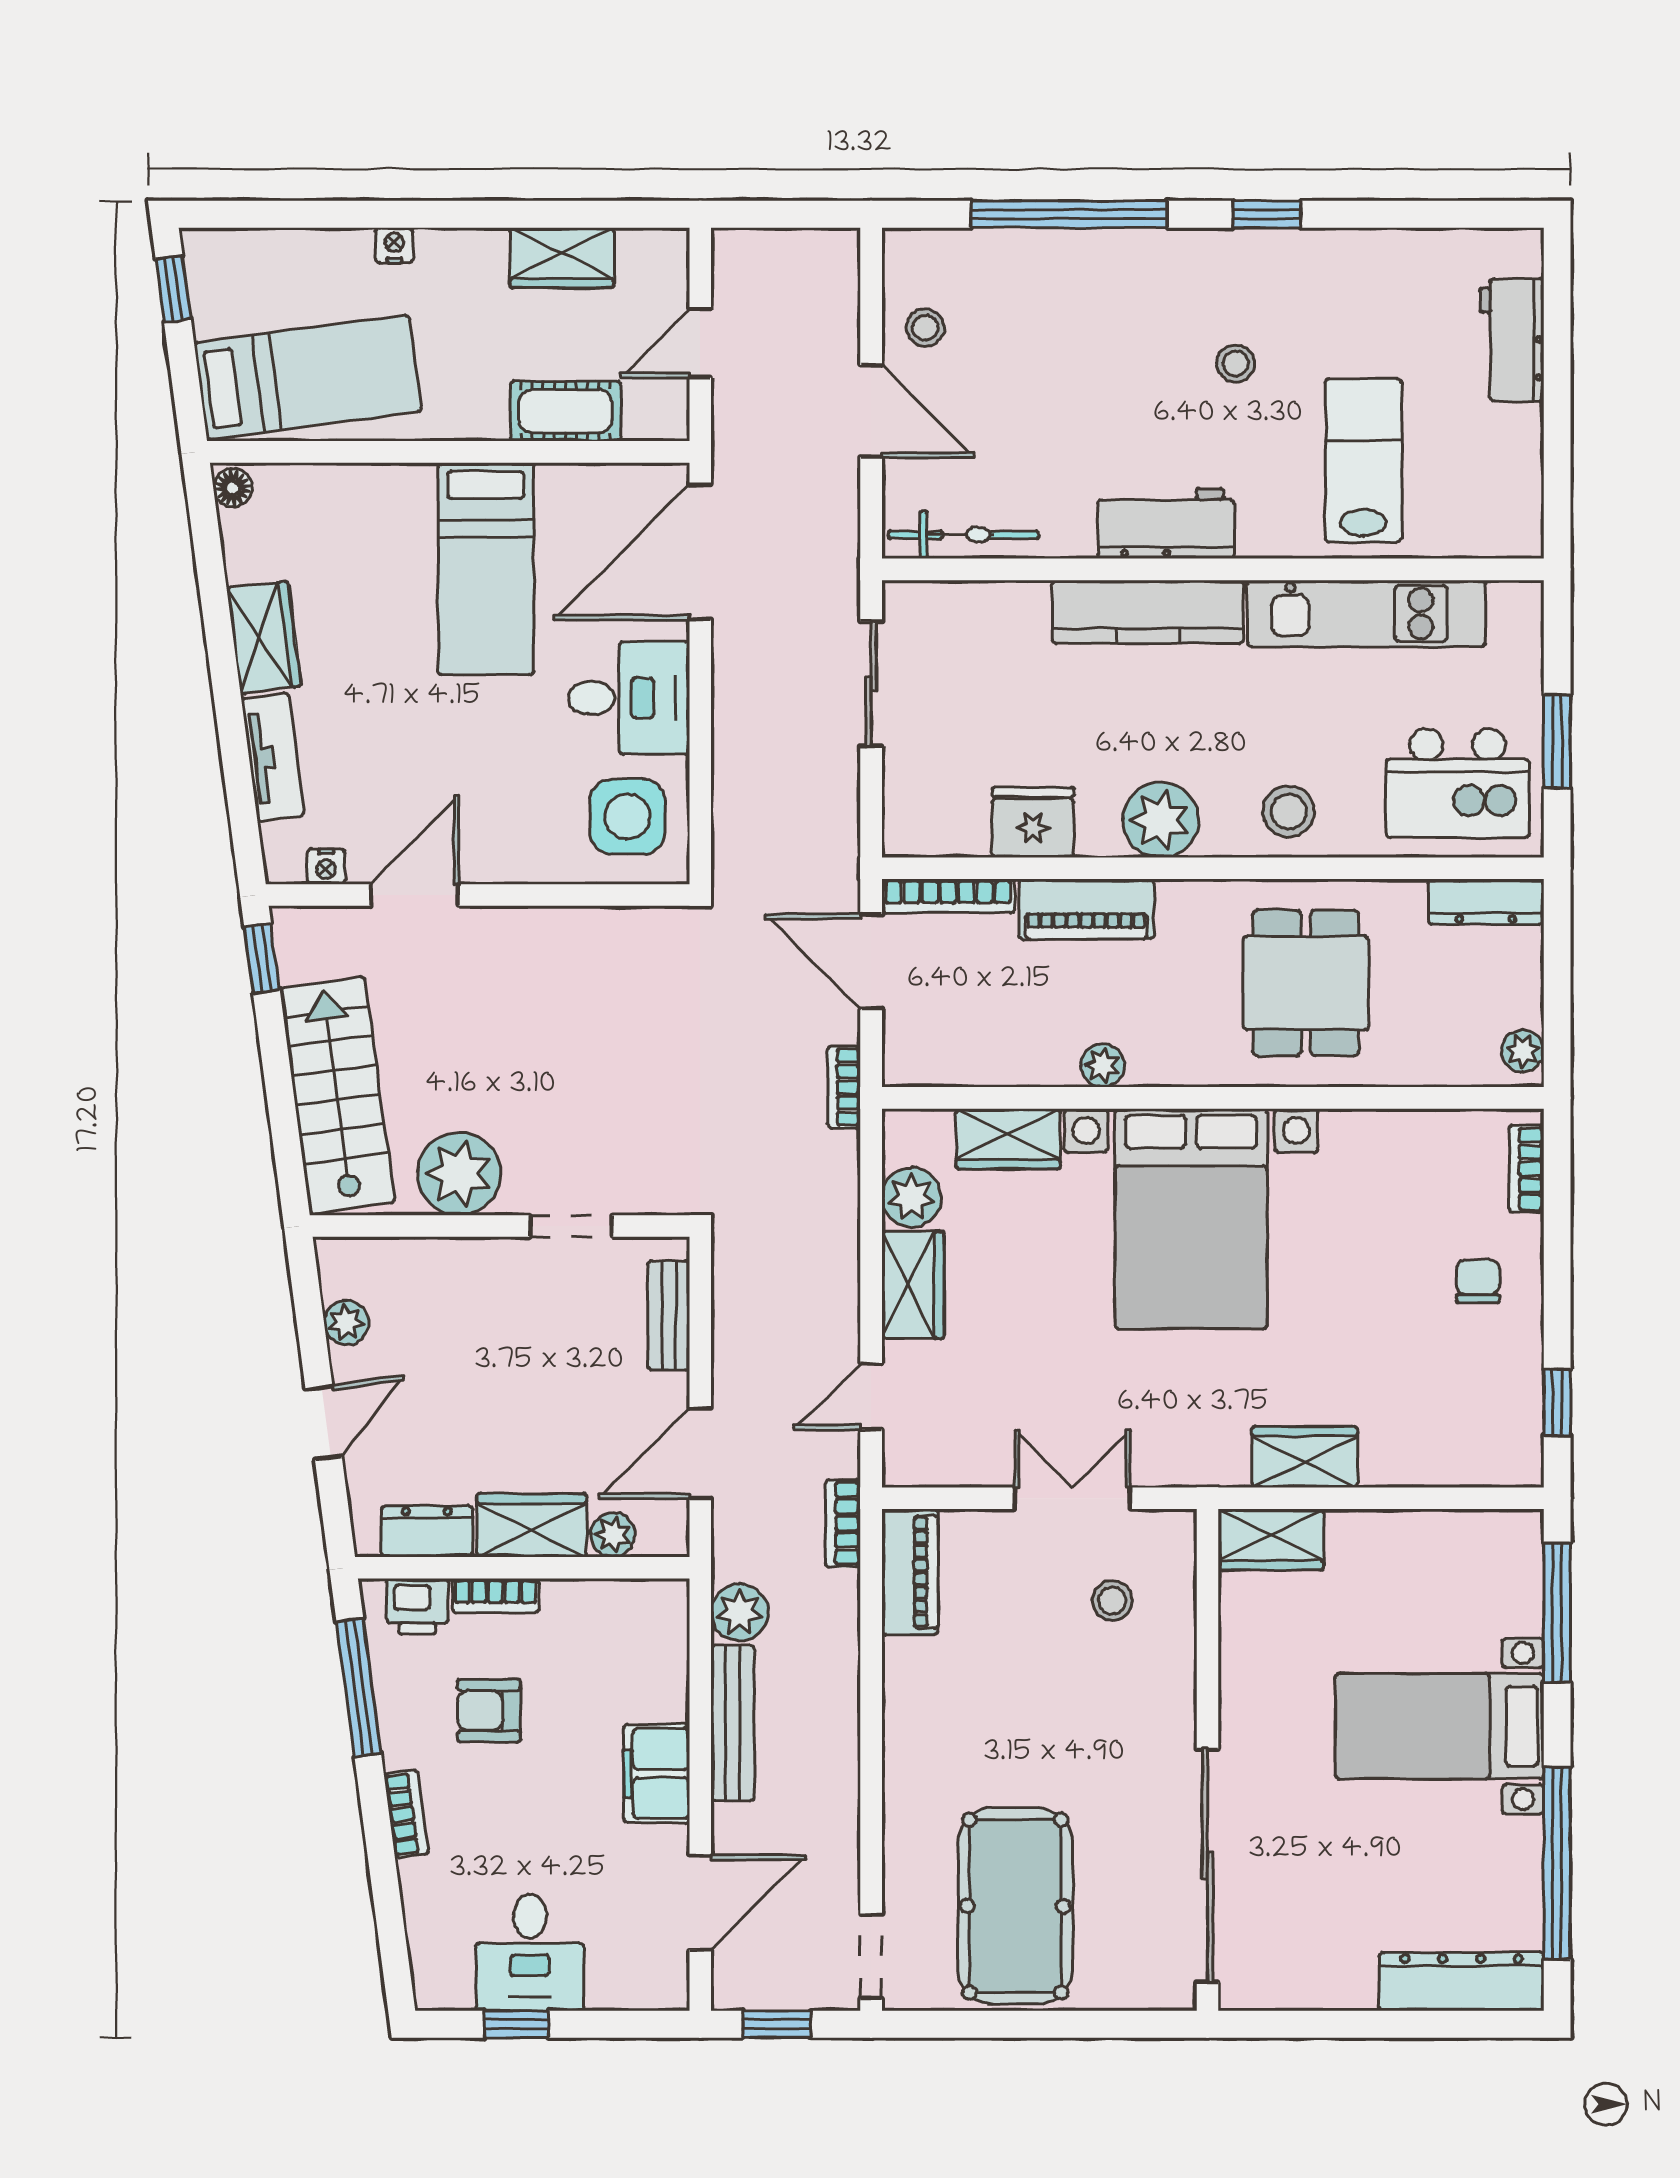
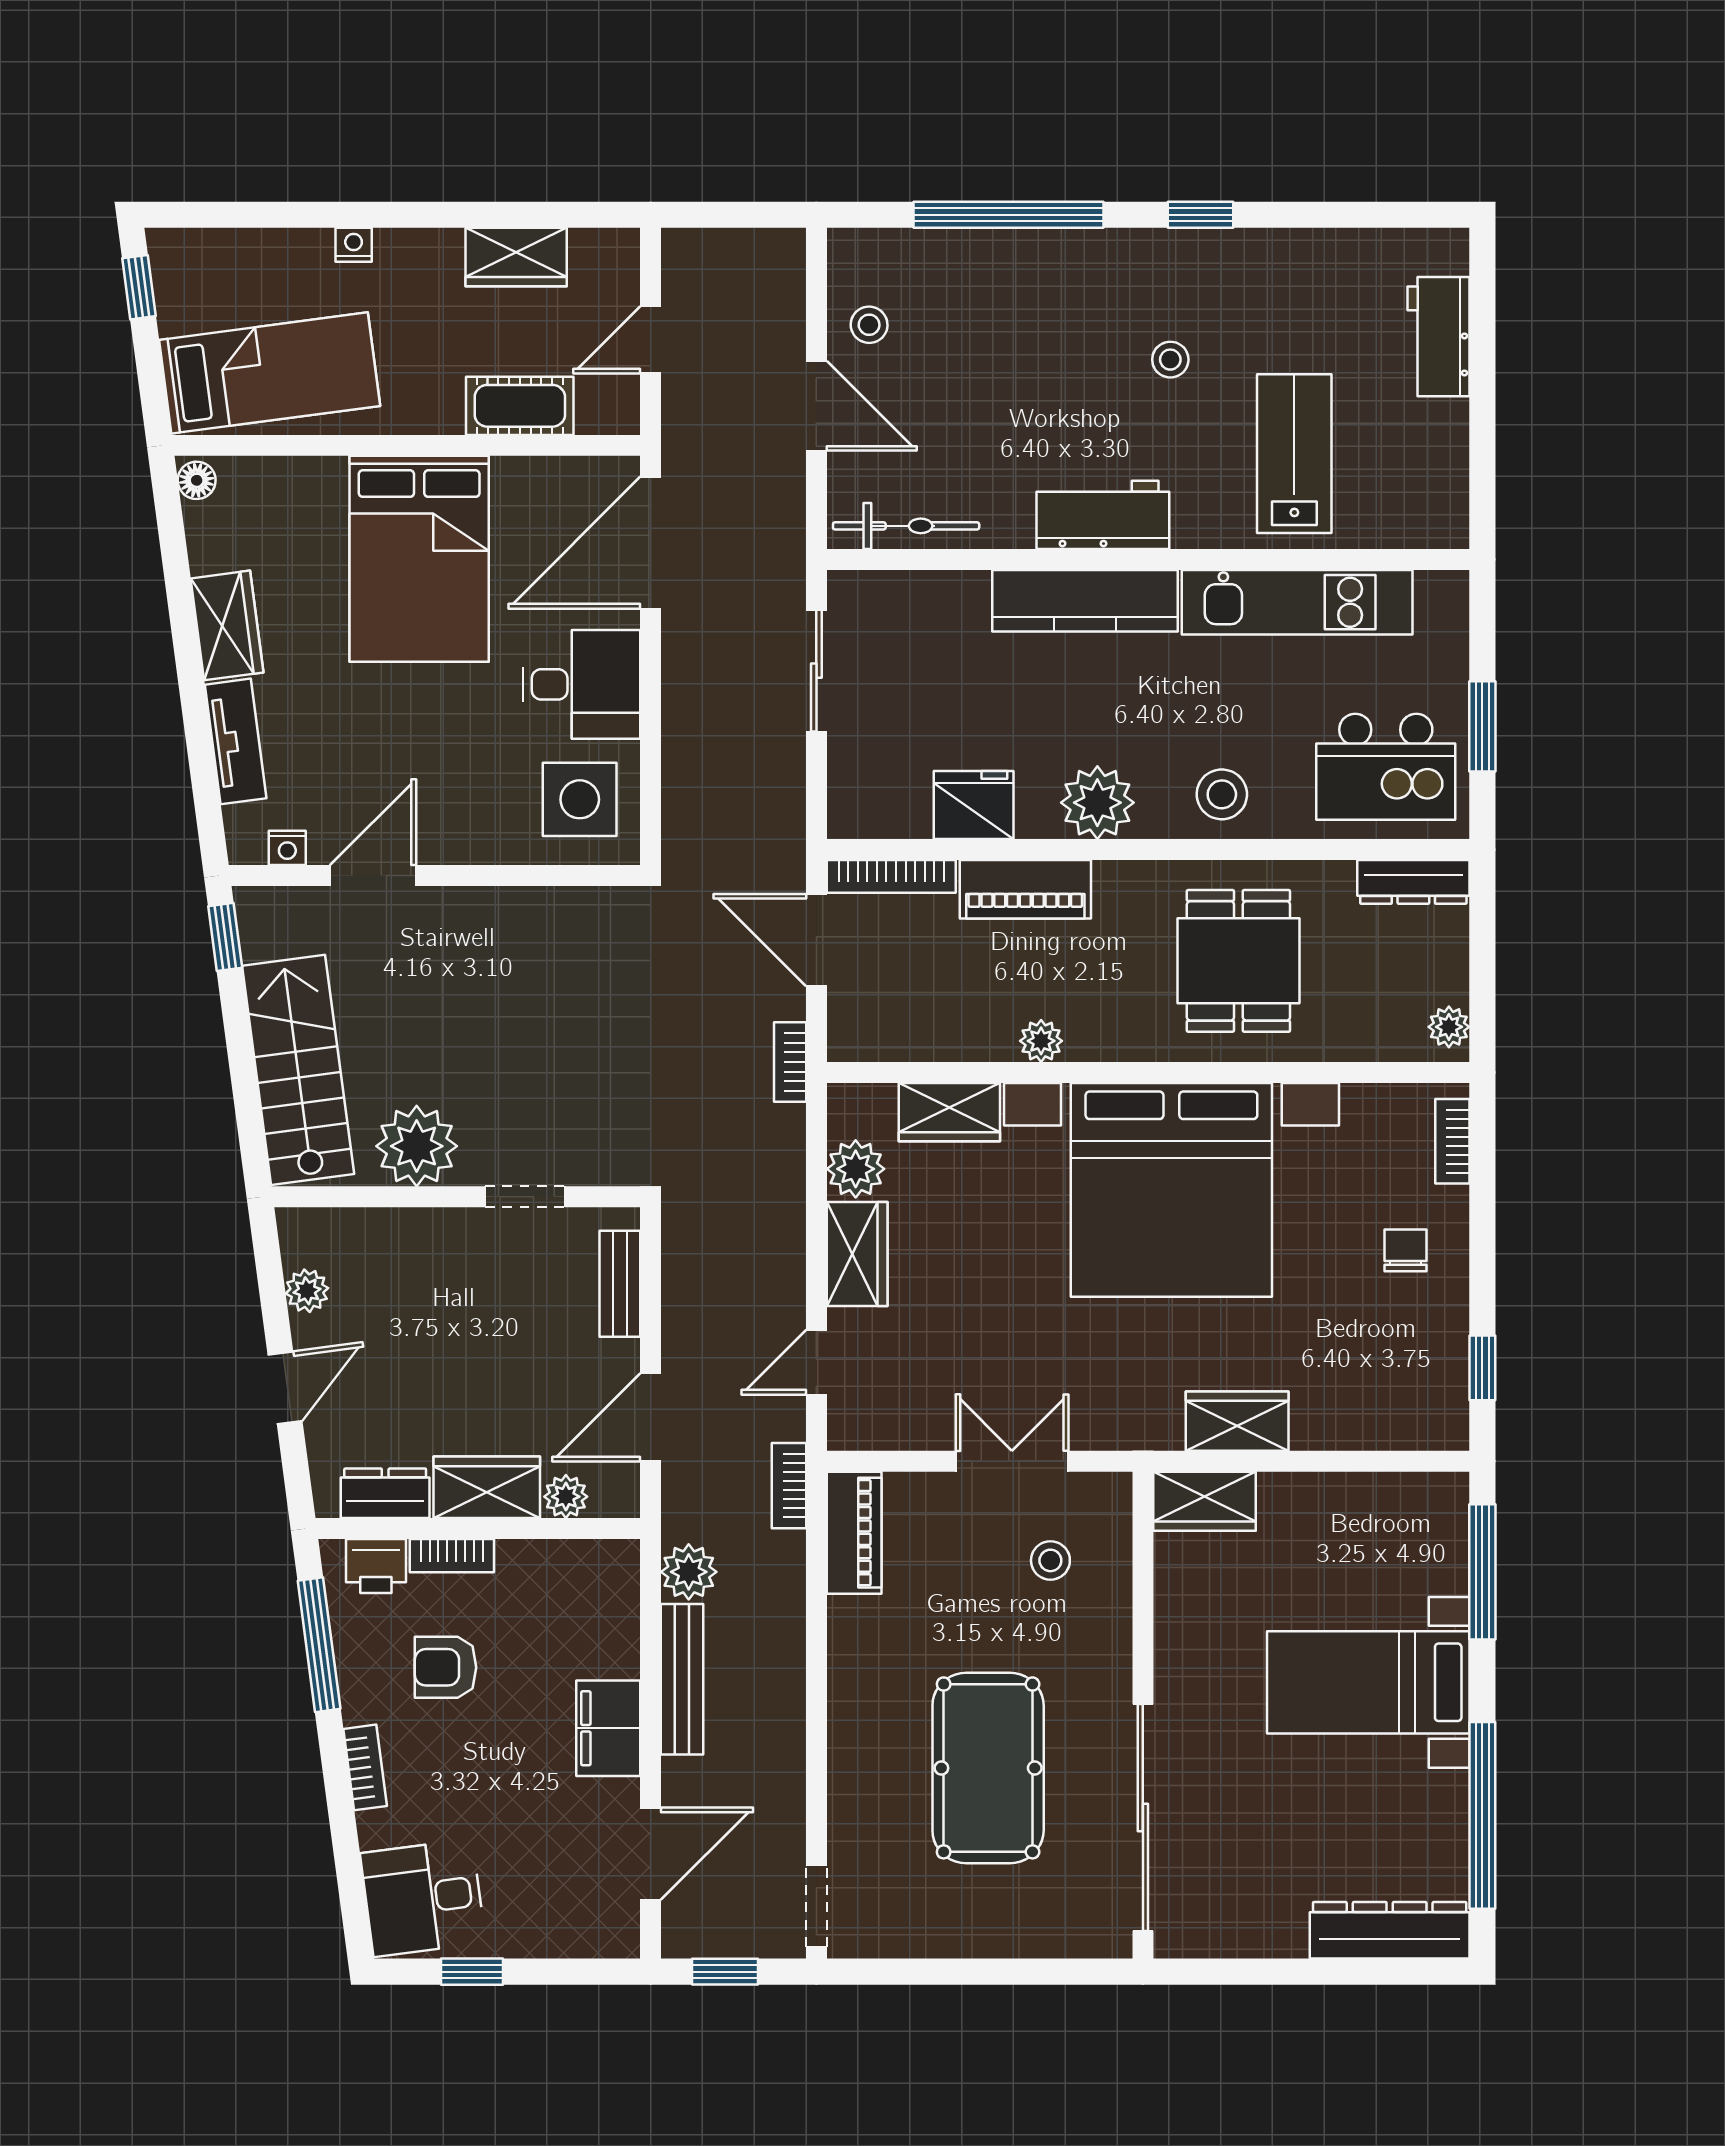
bed: (486, 569) -> (419, 559), width x1.50
bed with nightstands: (1191, 1219) -> (1171, 1190), width x1.36
pool table: (1015, 1906) -> (988, 1768), moved
desk: (530, 1952) -> (423, 1898), moved, turned 82

